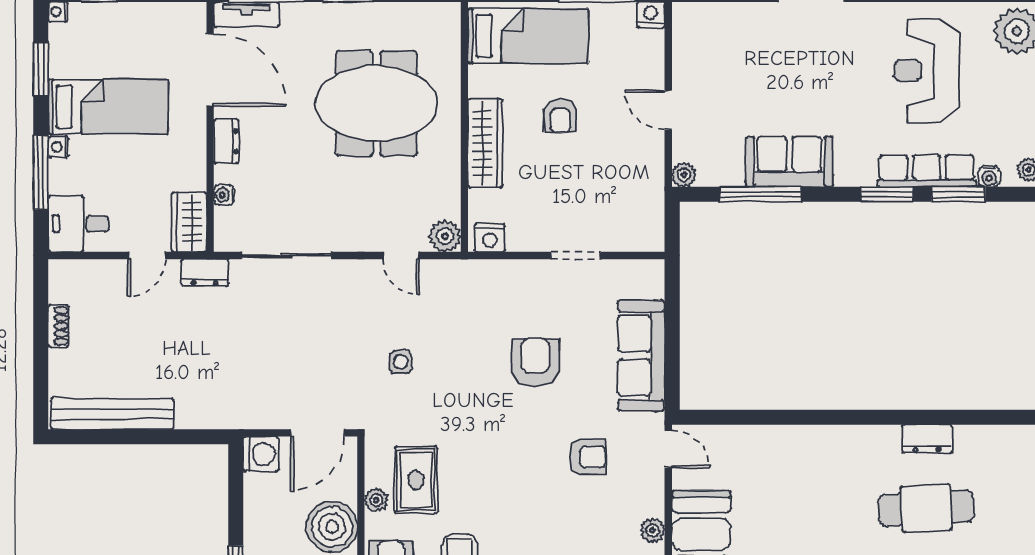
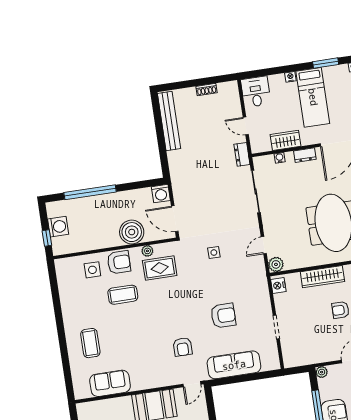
window: (41, 173) -> (277, 70), removed
wardrobe: (189, 222) -> (285, 140), moved
plant: (653, 530) -> (153, 383), removed

